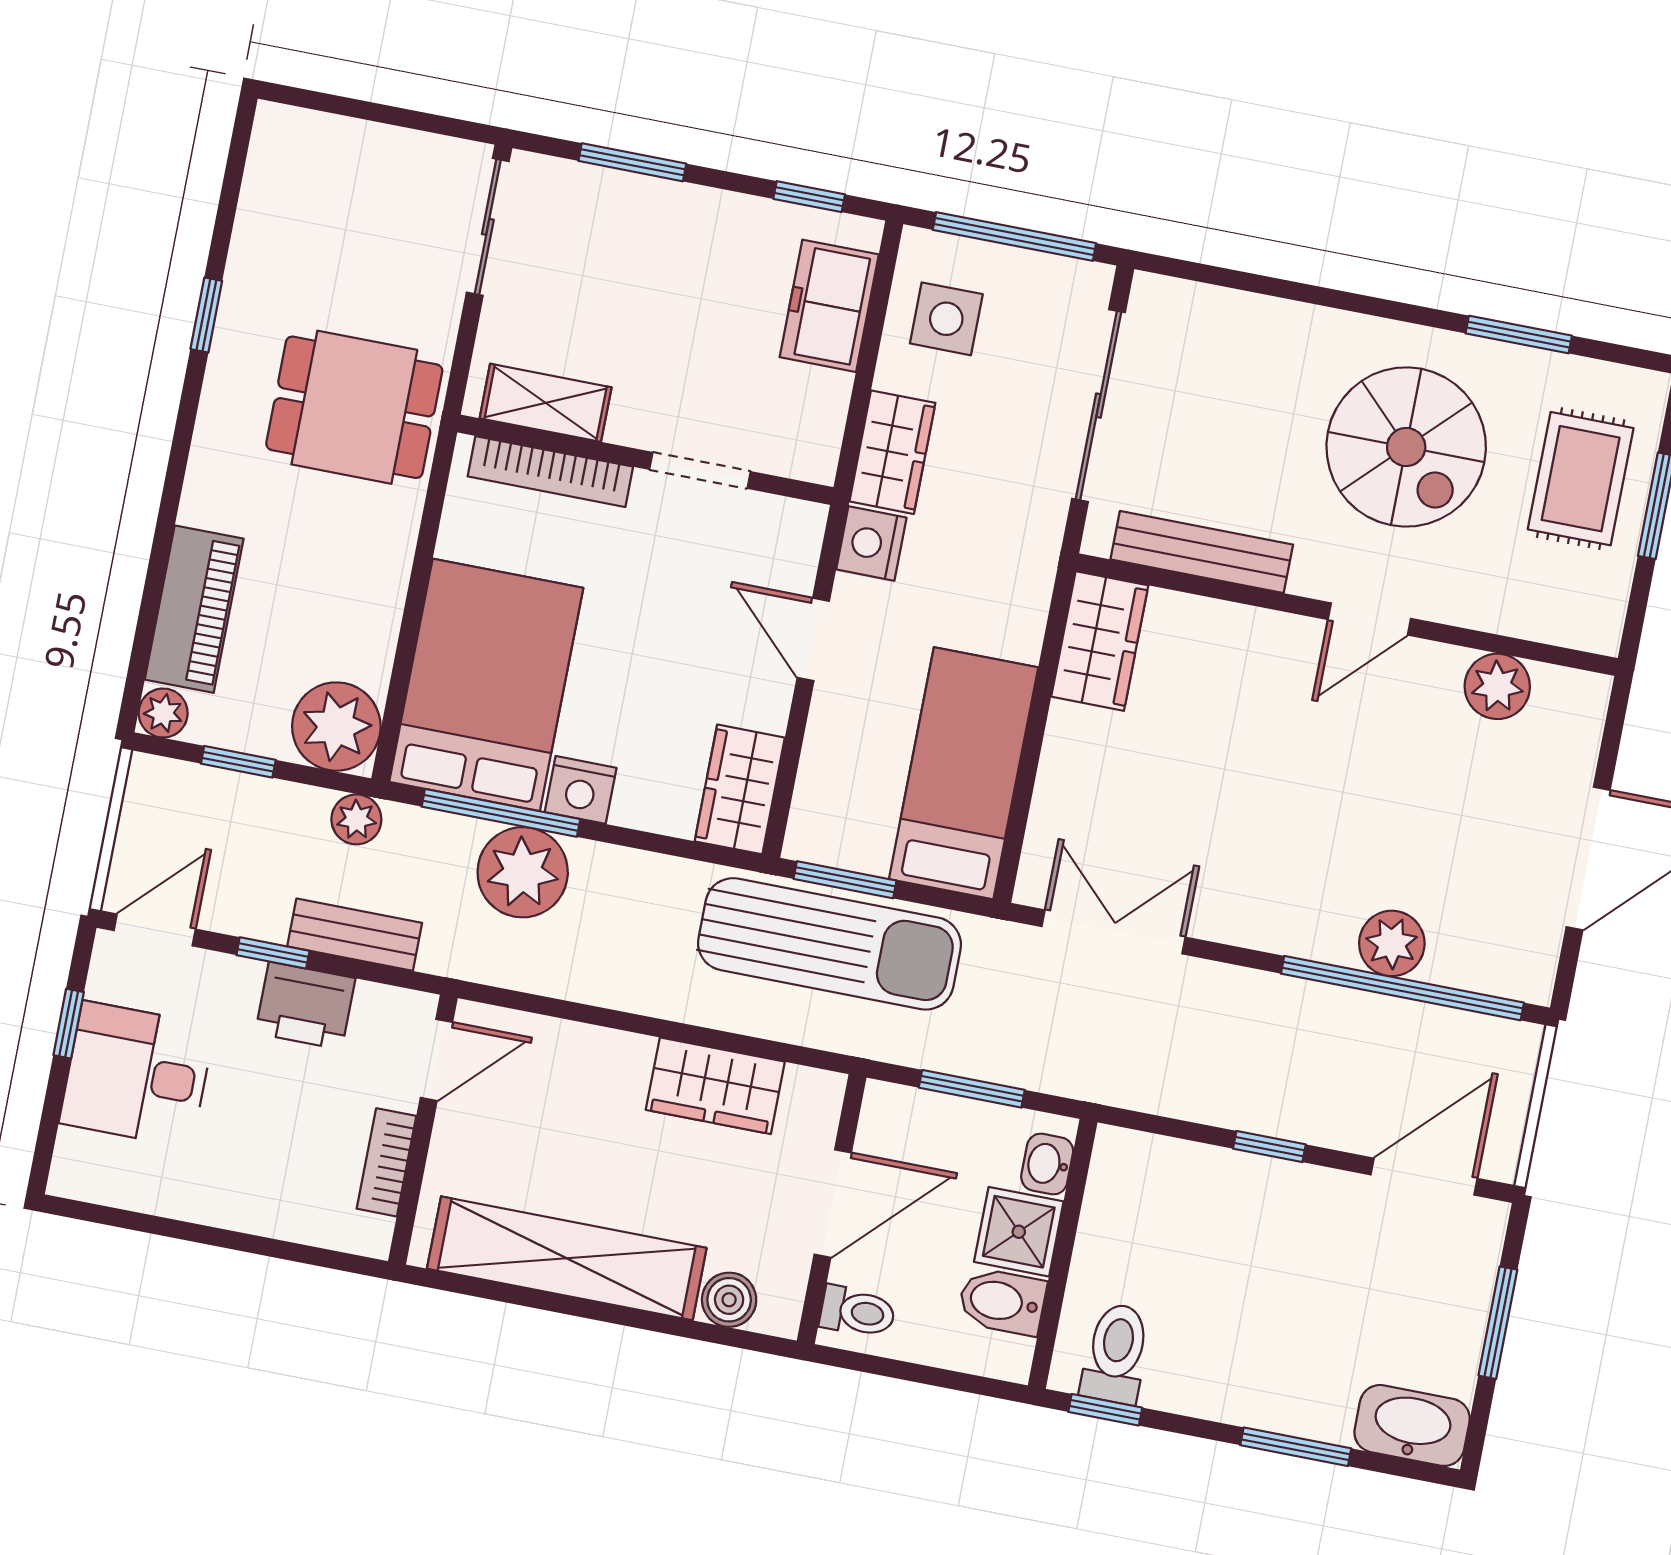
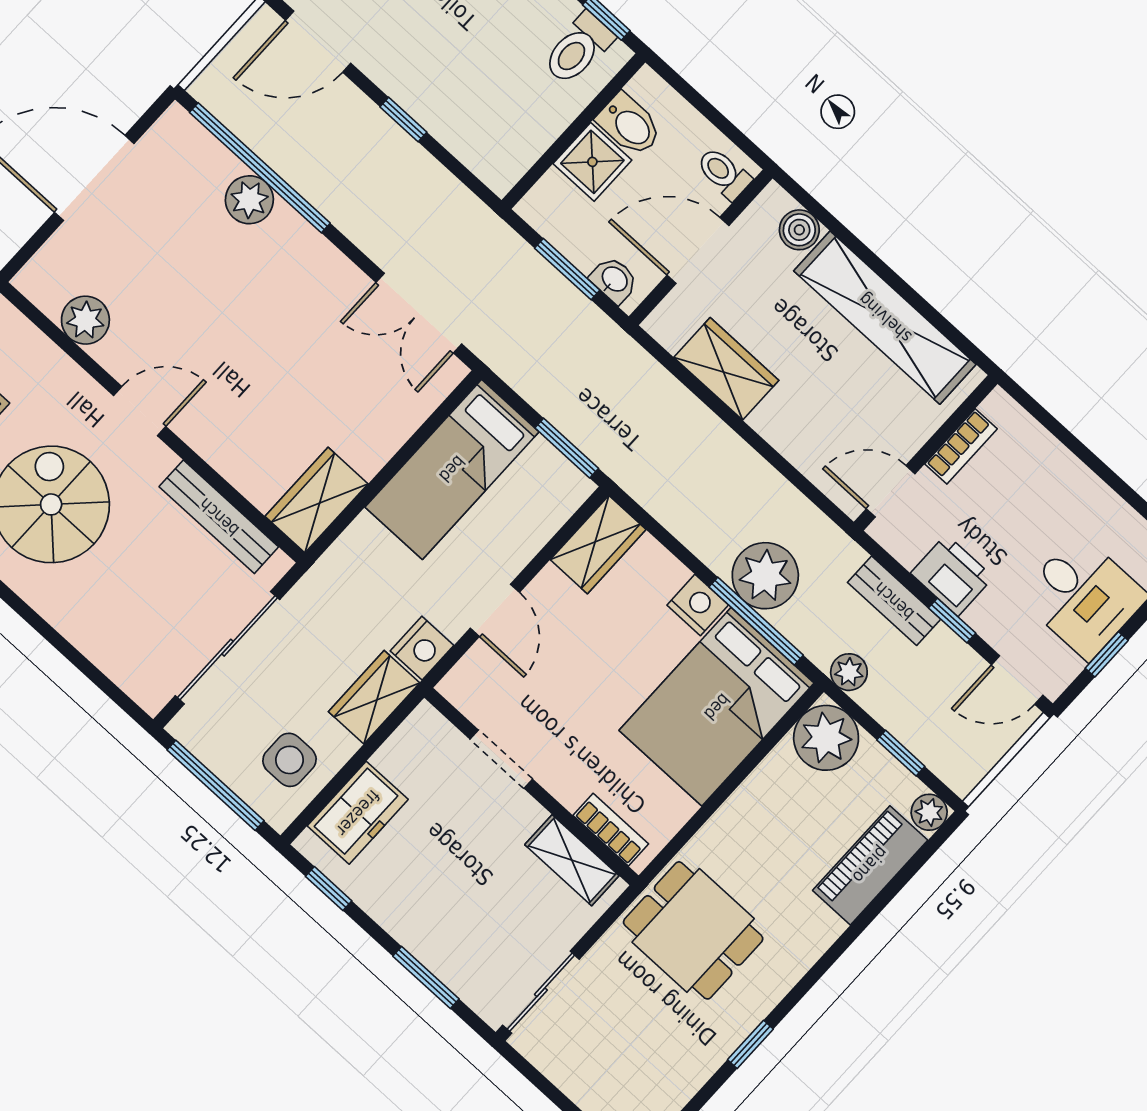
bookcase: (550, 472) -> (611, 830), width x0.64
sun lounger: (829, 944) -> (601, 414), removed
washbasin: (1047, 1164) -> (614, 280), moved, turned -90

